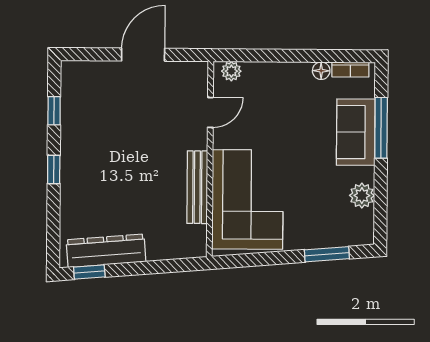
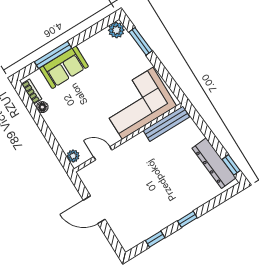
bench: (197, 187) -> (166, 124), moved
plant: (362, 196) -> (116, 30), moved

